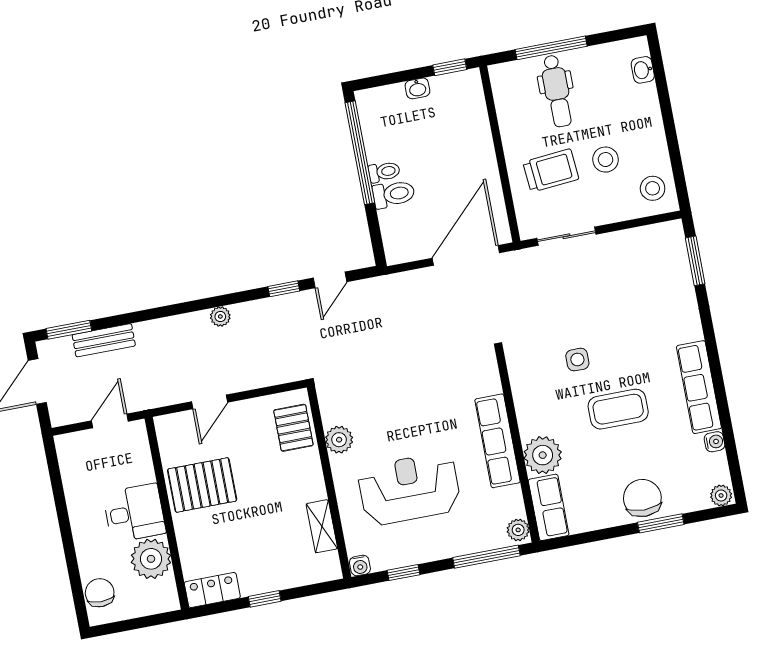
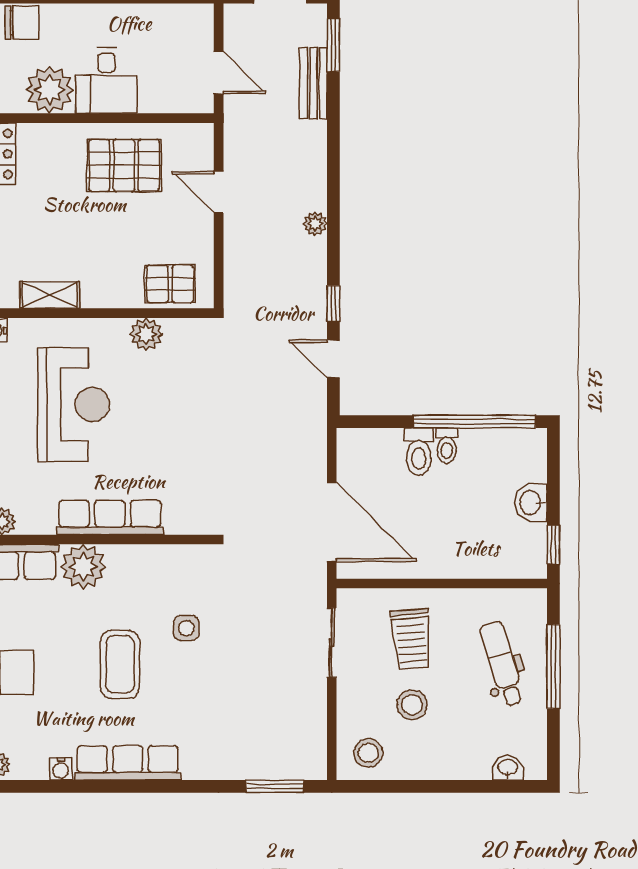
washbasin: (417, 88) -> (531, 503), width x1.38, depth x1.45
dental chair: (557, 91) -> (502, 664), turned 73
pallet: (202, 485) -> (124, 165), turned 90

